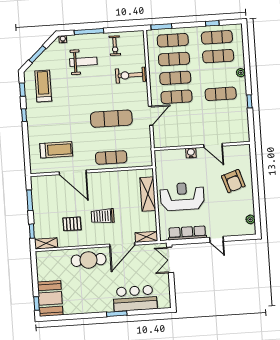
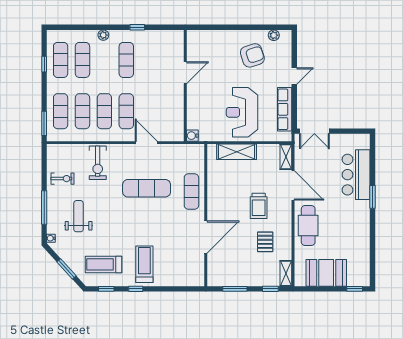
exercise mat: (111, 119) -> (147, 188), turned 90
treadmill: (56, 150) -> (144, 264), moved
water cooler: (191, 153) -> (192, 136), moved
armchair: (233, 181) -> (252, 55), moved
booth: (50, 298) -> (326, 273), moved

